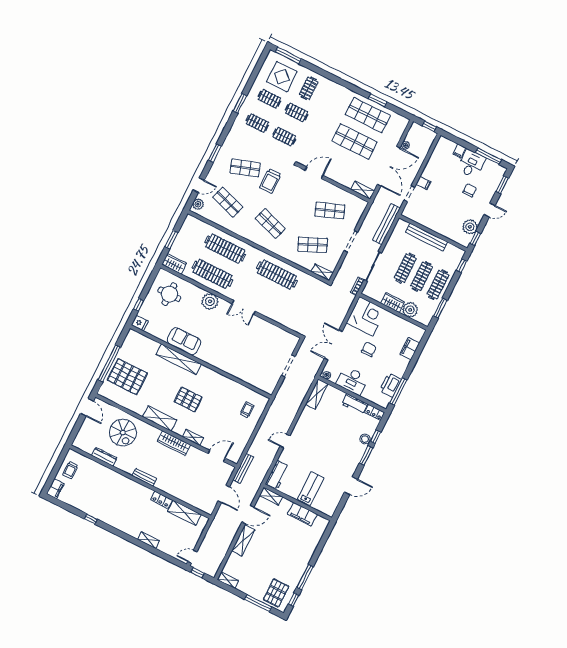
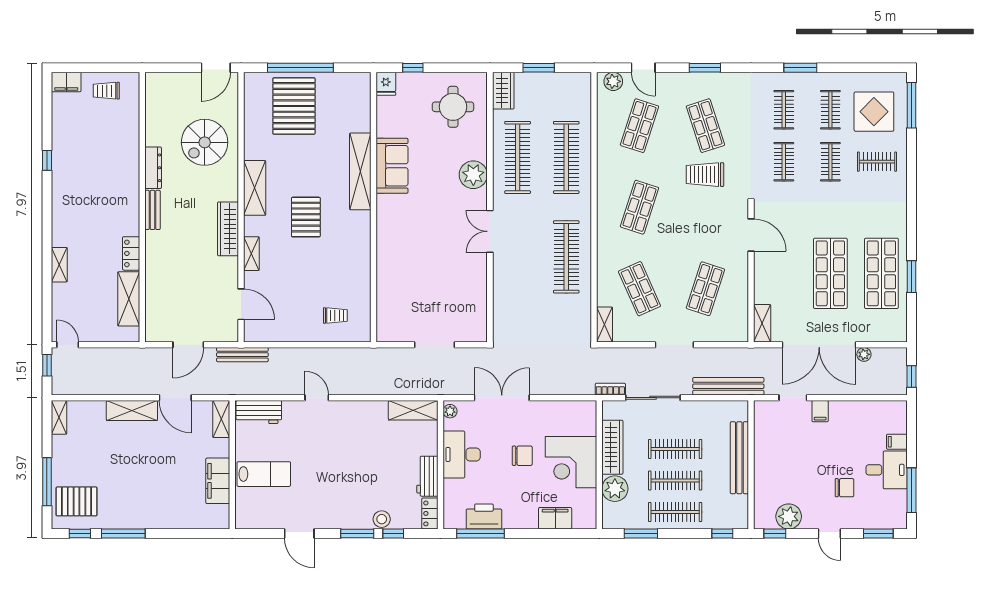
shop shelf: (330, 210) -> (705, 289), turned 39
wardrobe: (393, 303) -> (612, 447), width x1.50
corner desk: (366, 316) -> (571, 462), moved, turned 90
dresser: (104, 457) -> (153, 168), moved

